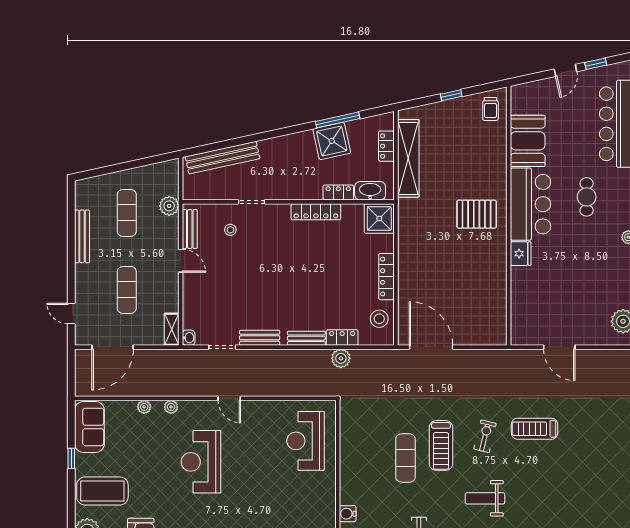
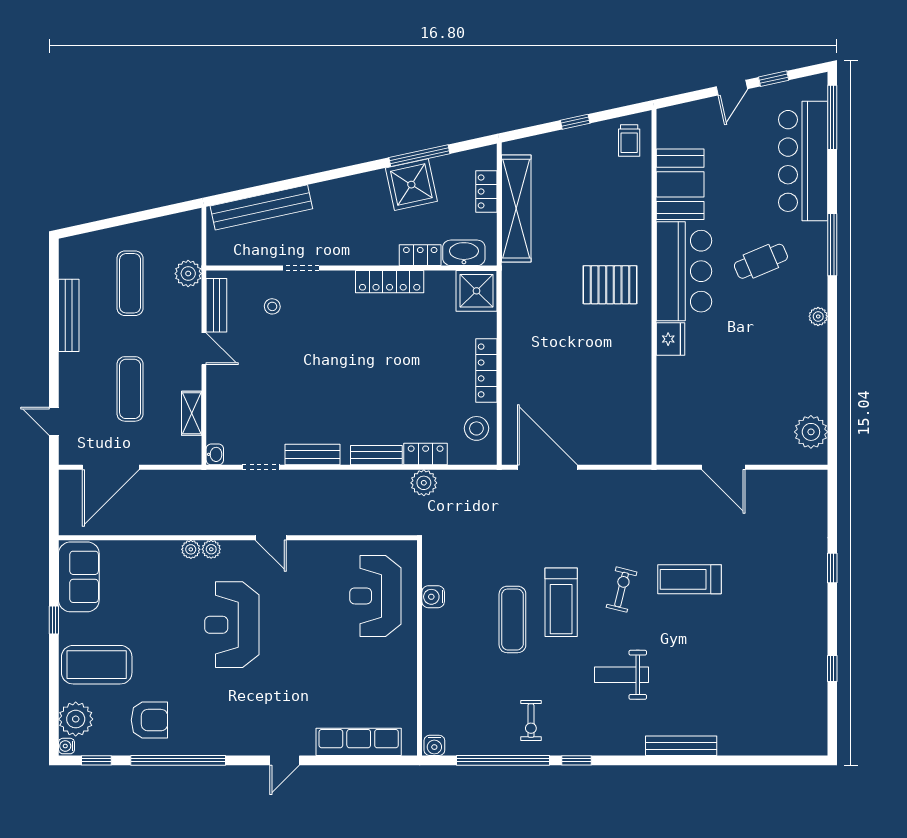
cafe table: (587, 197) -> (761, 261), turned 67
shelving: (172, 329) -> (192, 413), moved
plant: (144, 407) -> (211, 549), moved
water cooler: (348, 514) -> (433, 597), moved

